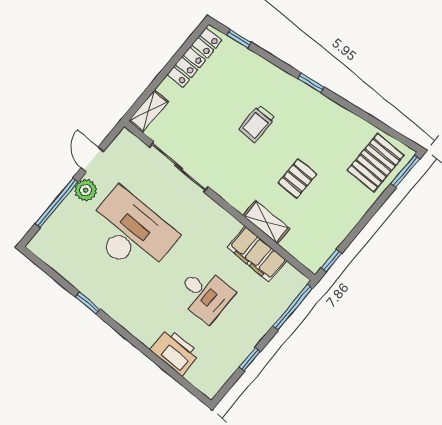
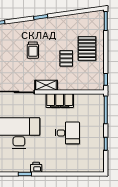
pallet: (376, 163) -> (87, 48), moved
shelving: (266, 222) -> (46, 85), moved
filing cabinet: (257, 254) -> (60, 101), moved
printer: (175, 352) -> (36, 167), moved, width x0.53, depth x0.68

